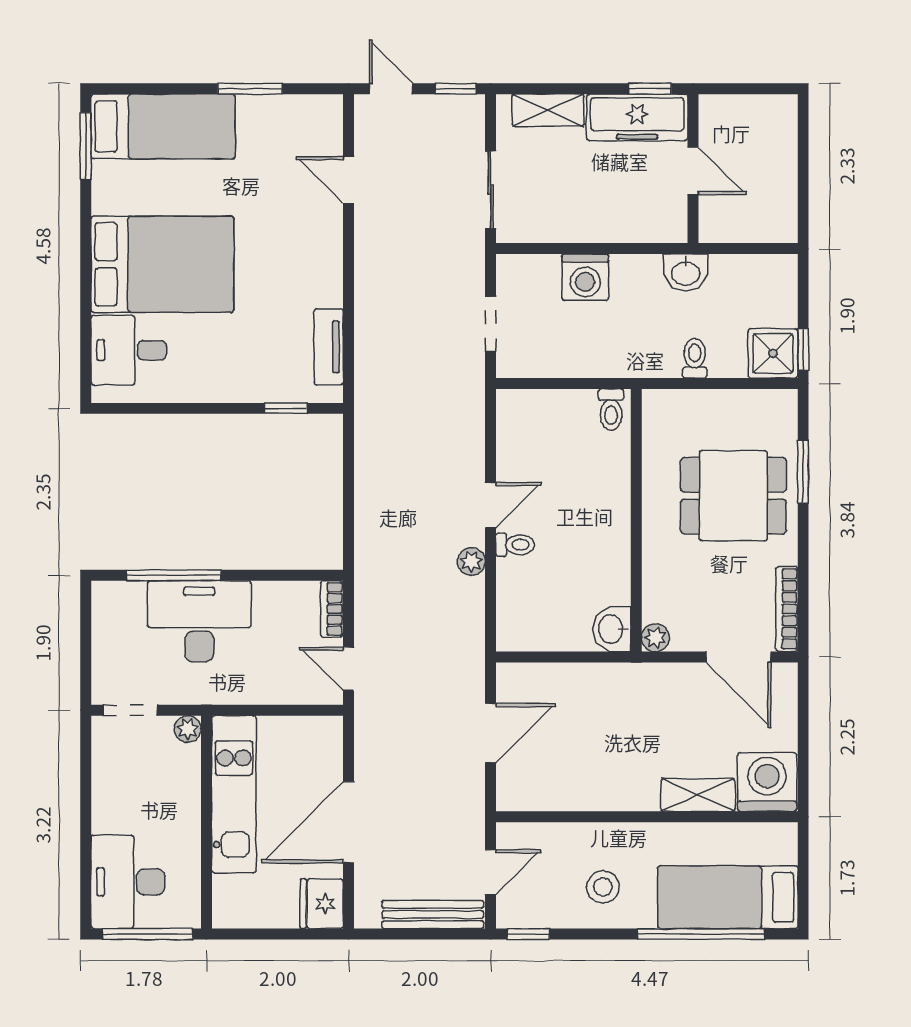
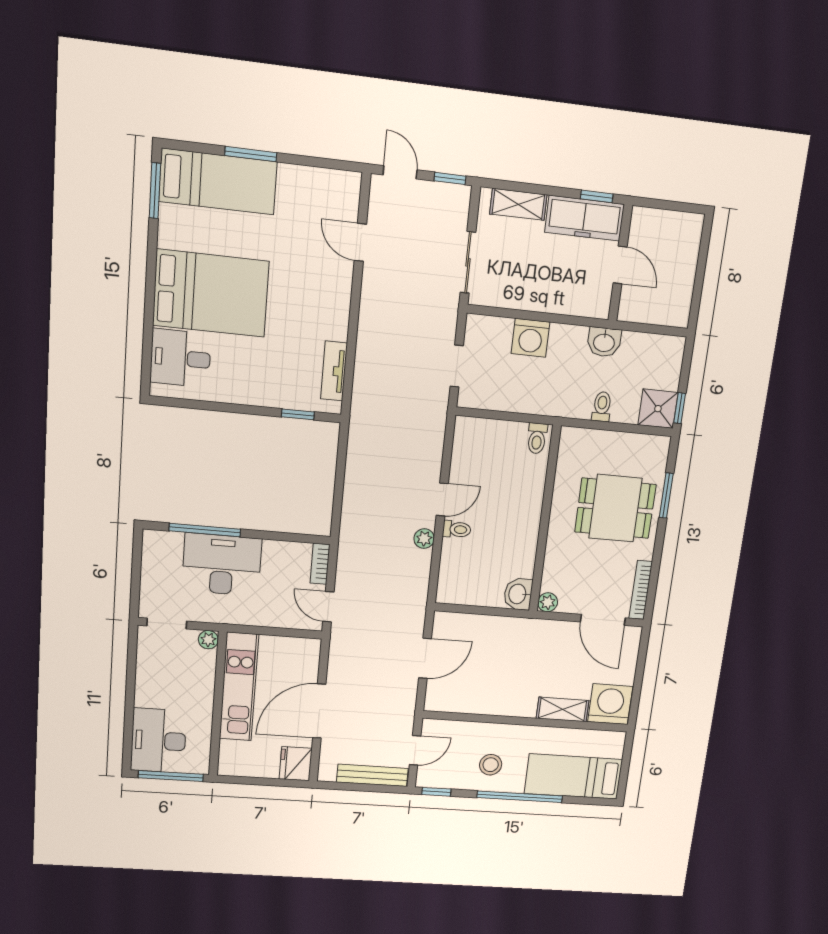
window: (250, 89) -> (251, 154), moved
window: (701, 934) -> (520, 797), moved

